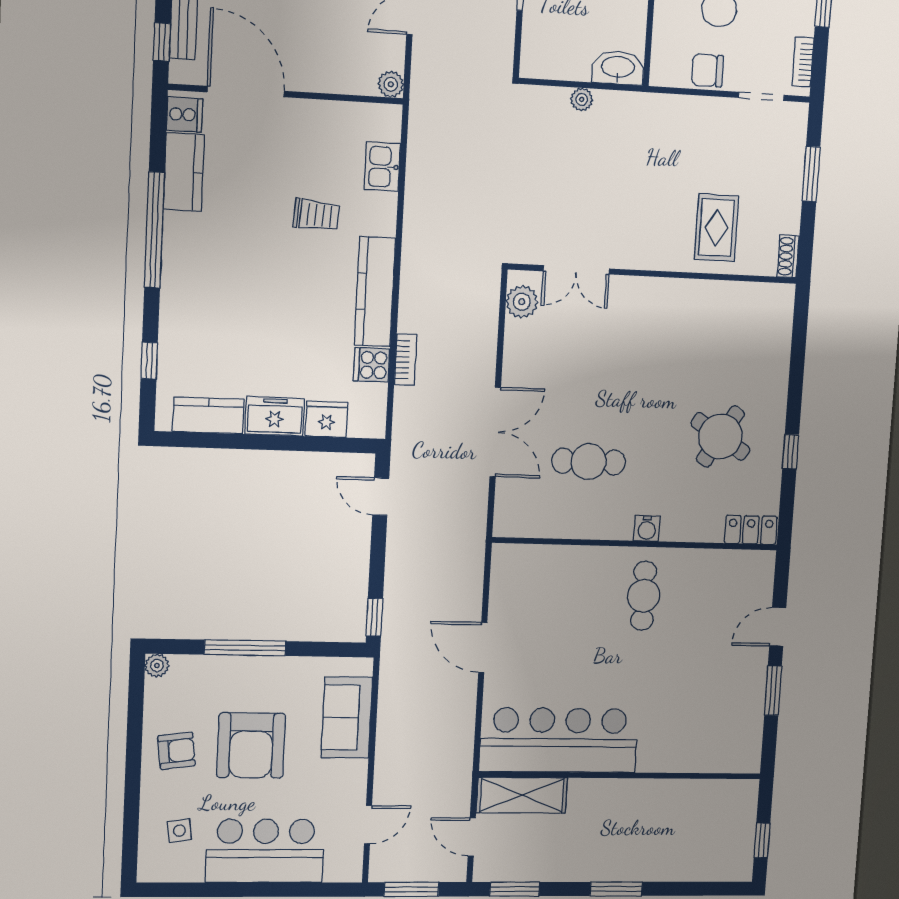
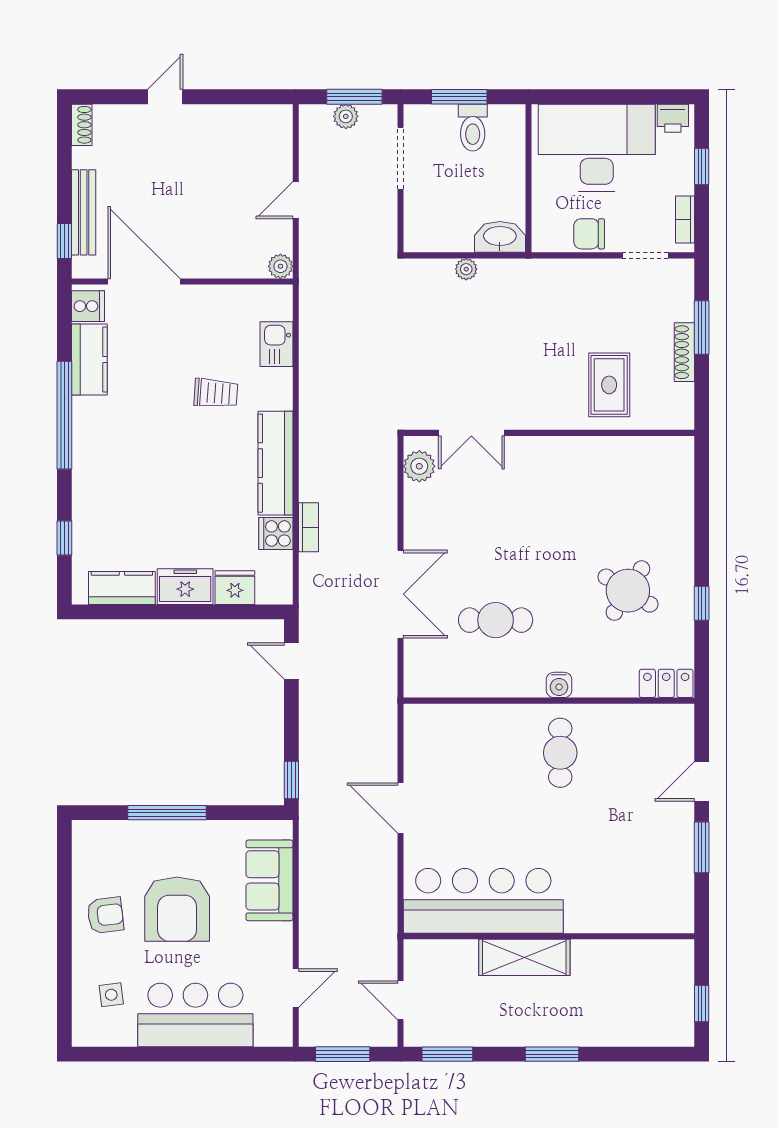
shoe rack: (788, 256) -> (684, 352), moved, width x1.43
plant: (157, 665) -> (83, 831), removed
shelving: (522, 795) -> (524, 957), moved

